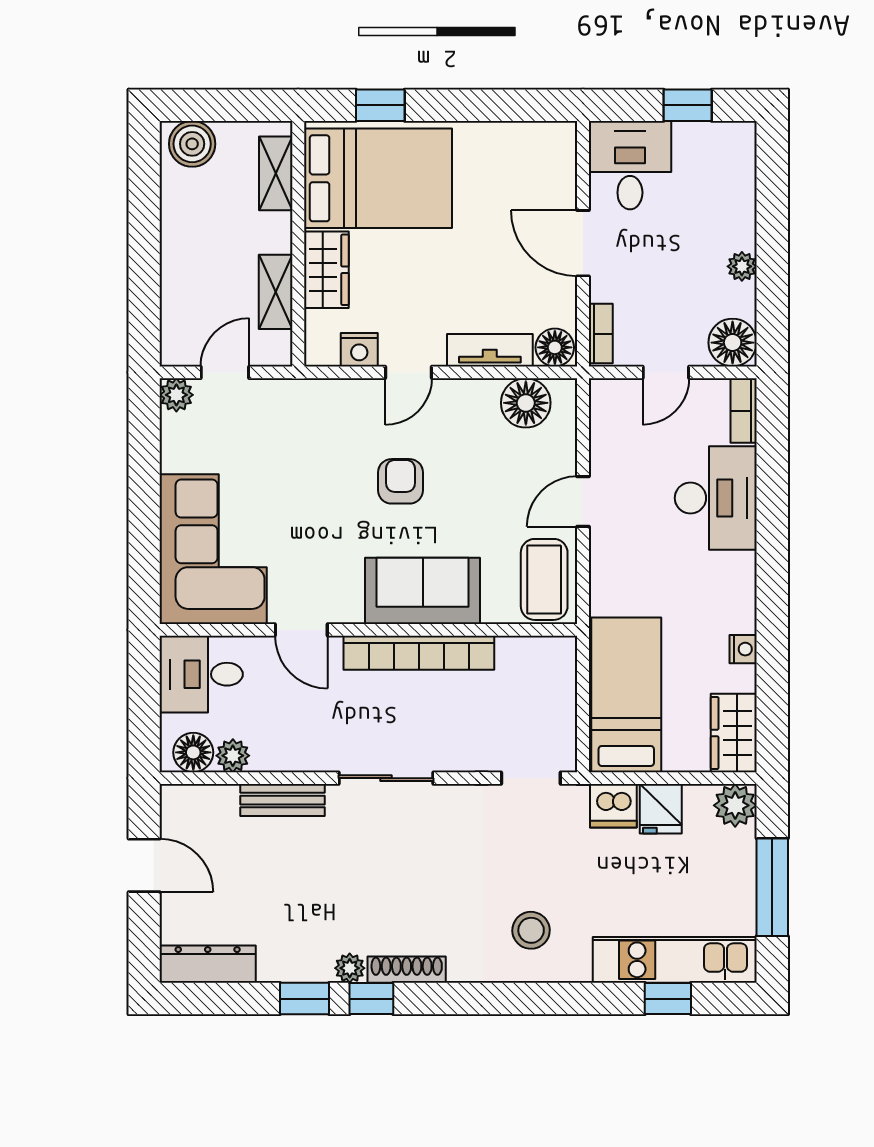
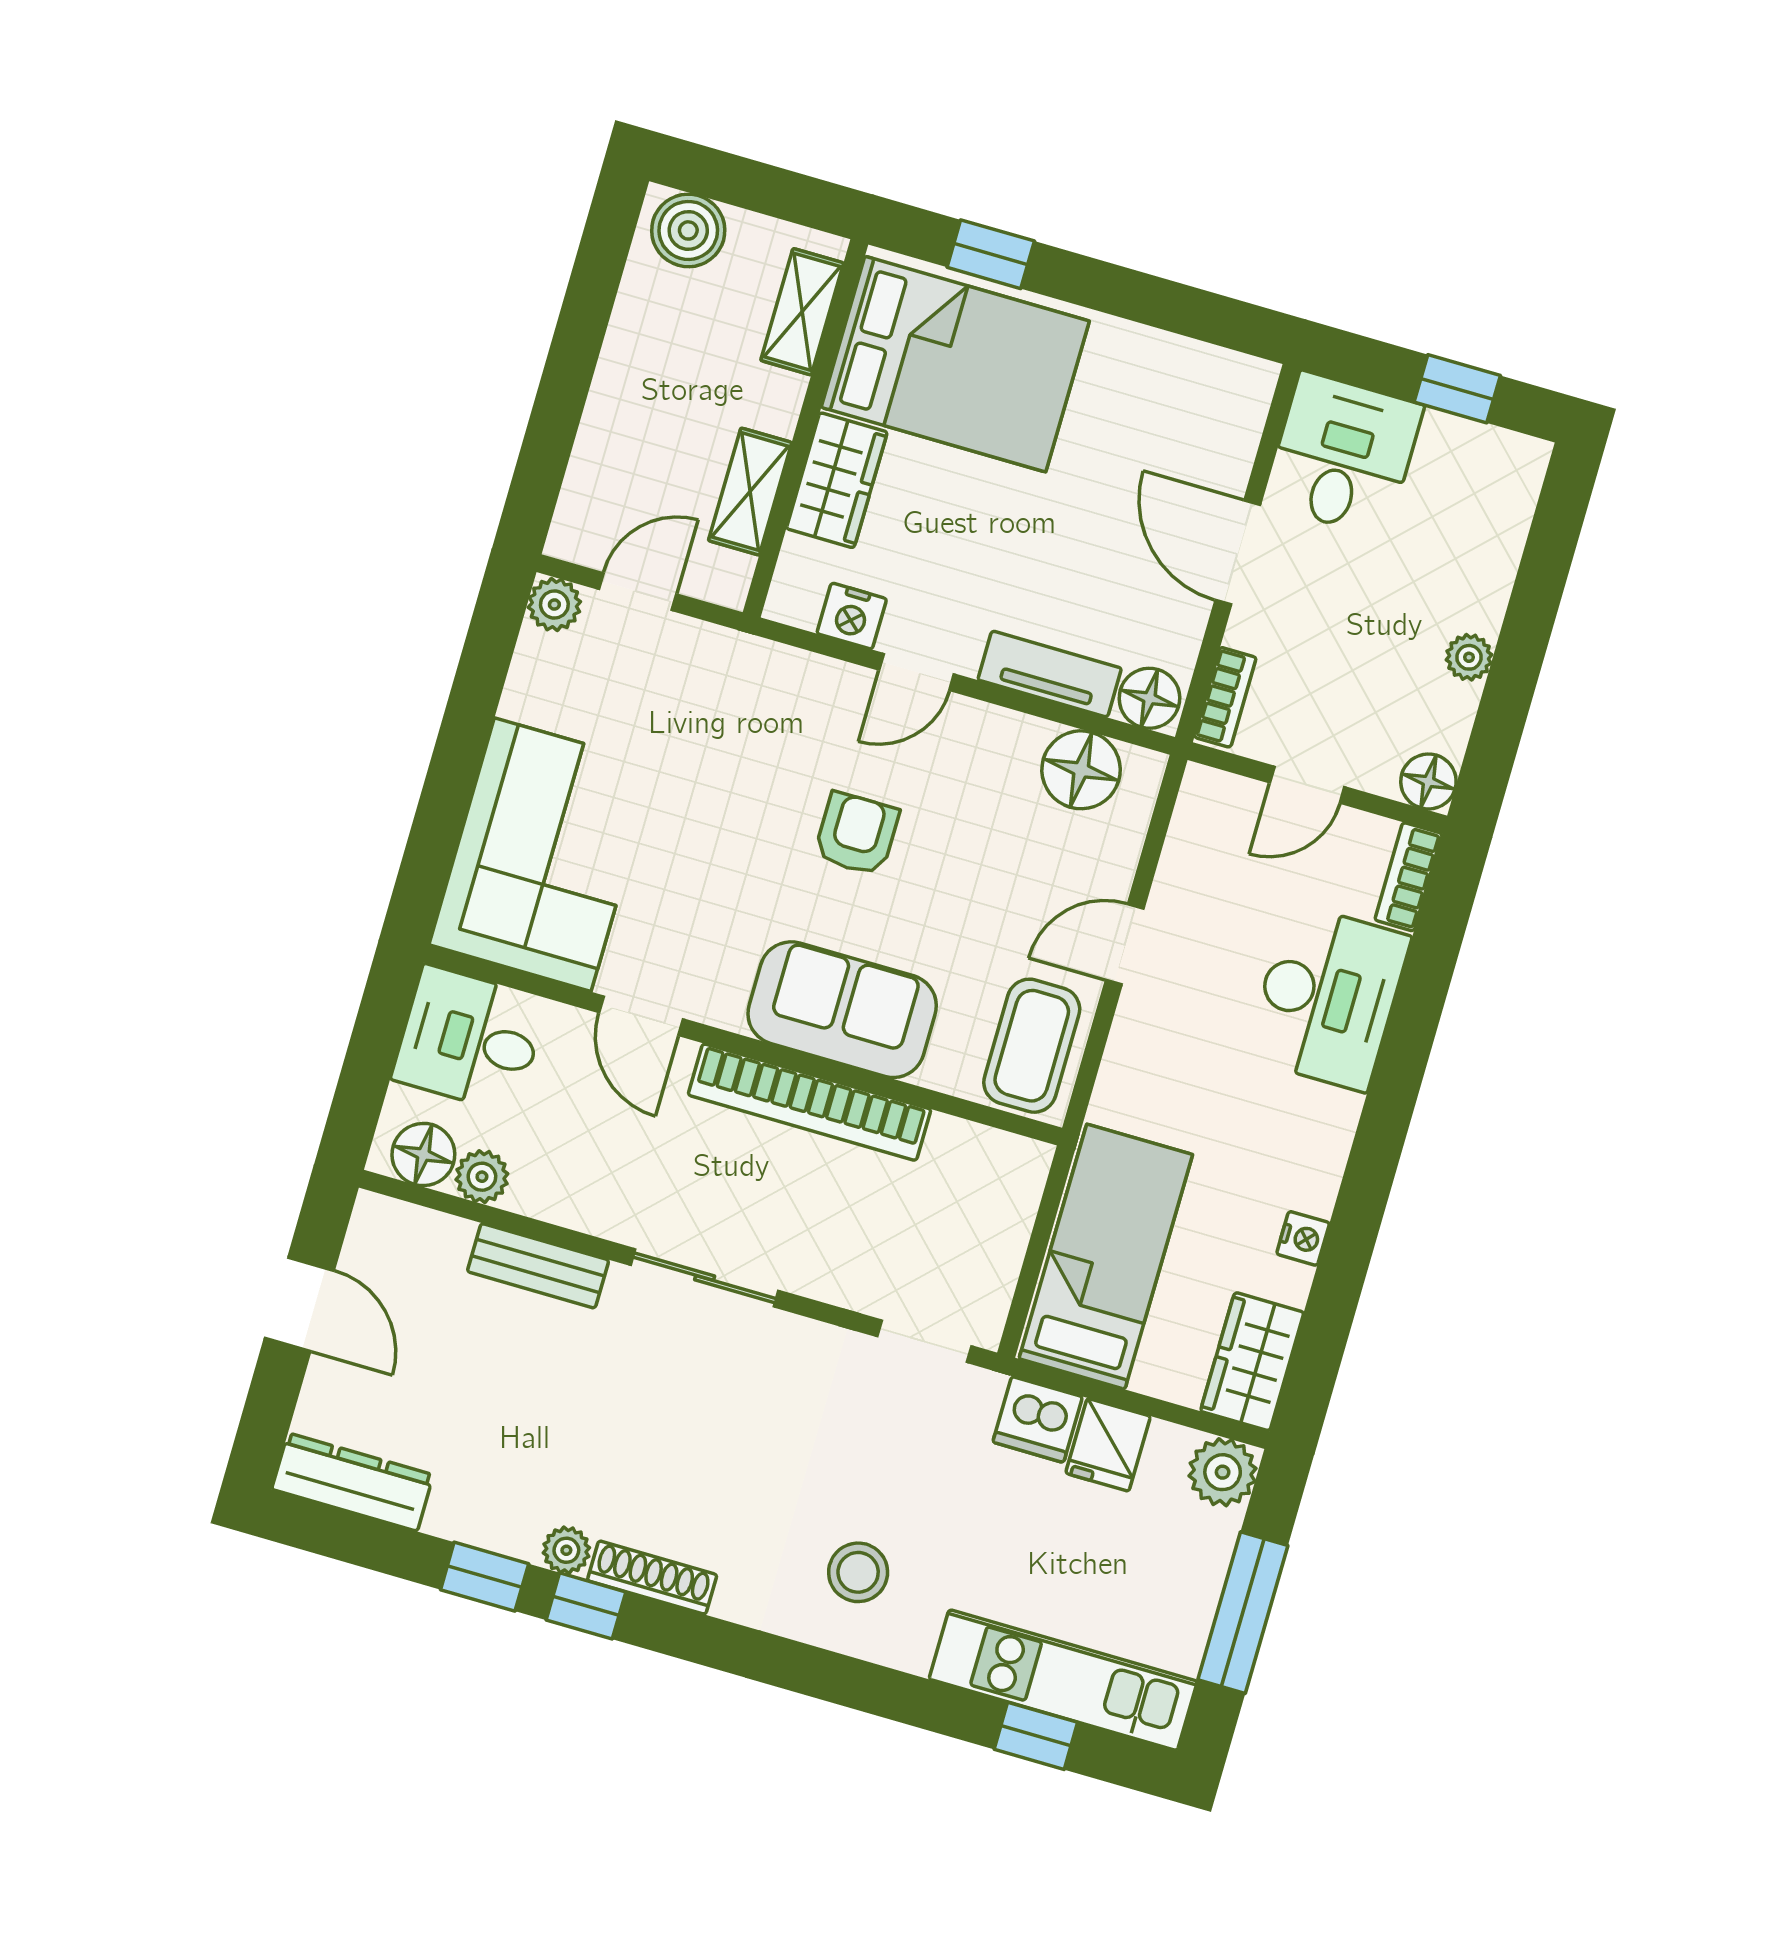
floor lamp: (733, 343) -> (1428, 781), width x0.73, depth x0.73

